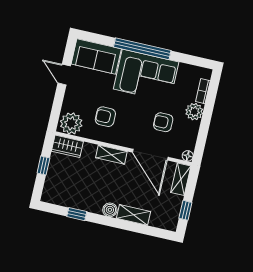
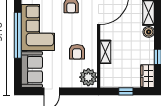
wardrobe: (67, 146) -> (148, 76), moved, turned 180
shelving: (111, 155) -> (105, 52), moved

